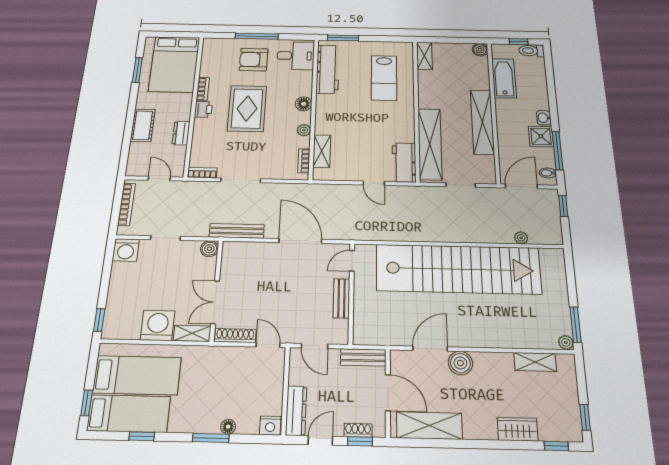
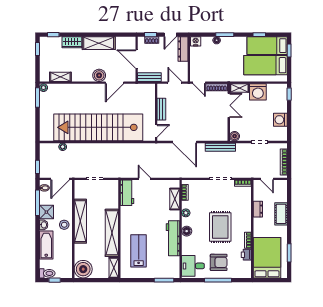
boiler: (480, 50) -> (83, 269), width x1.86, depth x1.86
workbench: (328, 69) -> (173, 238), moved
bathtub: (504, 78) -> (46, 245), moved, turned 180
printer: (203, 109) -> (246, 255), moved
stool: (509, 117) -> (64, 225), added
shelving: (430, 144) -> (112, 233), moved
washing machine: (126, 250) -> (280, 120), moved, turned -90
shelving: (429, 426) -> (99, 43), moved

